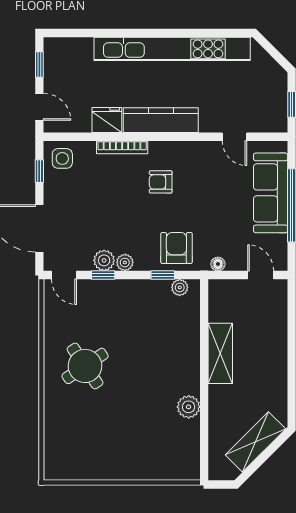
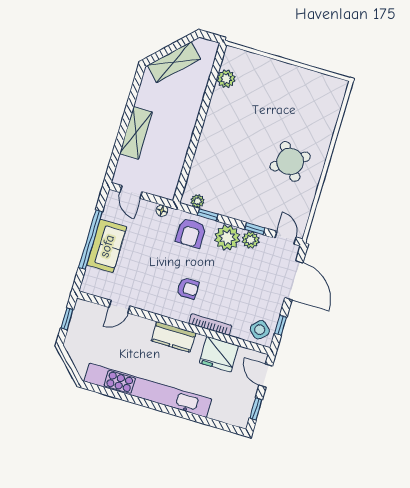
fridge: (107, 120) -> (219, 354), width x1.36, depth x1.34
kitchen counter: (161, 120) -> (173, 337), width x0.67
door: (234, 137) -> (119, 307), swing flipped
side table: (62, 158) -> (260, 330), turned 45
sofa: (271, 193) -> (107, 246), width x0.73
plant: (125, 262) -> (227, 238), width x1.88, depth x1.88
shelving: (220, 353) -> (136, 133), moved
plant: (189, 407) -> (226, 79), moved

